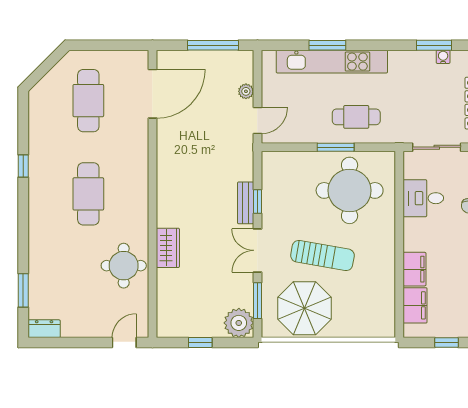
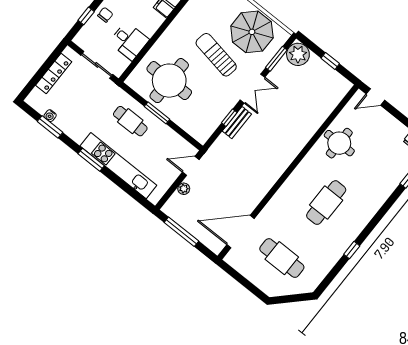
window: (327, 45) -> (91, 160), moved
cafe table: (88, 101) -> (282, 258), turned 90
wardrobe: (168, 248) -> (304, 133), removed

